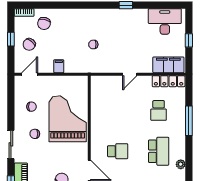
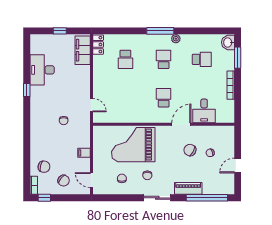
desk: (165, 22) -> (42, 70), moved
window: (11, 39) -> (44, 198), moved
door: (130, 74) -> (91, 105), moved
locker: (169, 81) -> (98, 45), width x0.66
school desk: (159, 110) -> (125, 59), turned 90
window: (189, 121) -> (160, 31), moved
school desk: (159, 151) -> (164, 59), width x0.54

